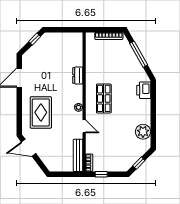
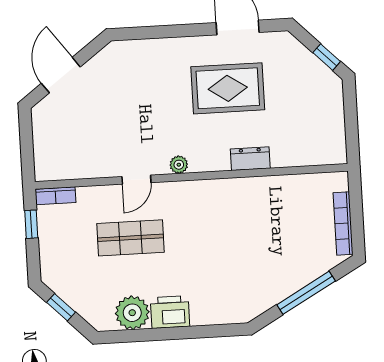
printer: (144, 90) -> (170, 312), moved
shop shelf: (104, 98) -> (131, 238), moved
rug: (41, 112) -> (228, 88), moved
door: (29, 148) -> (61, 75), moved
bench: (78, 155) -> (71, 170), removed

